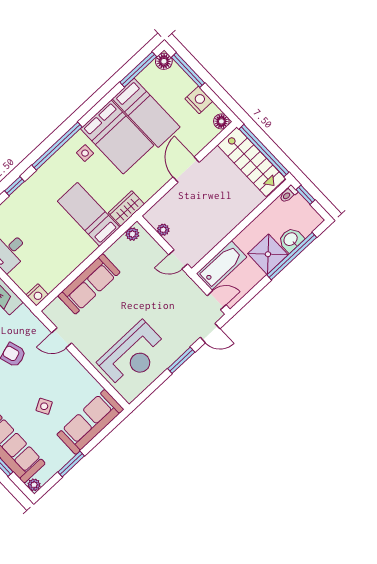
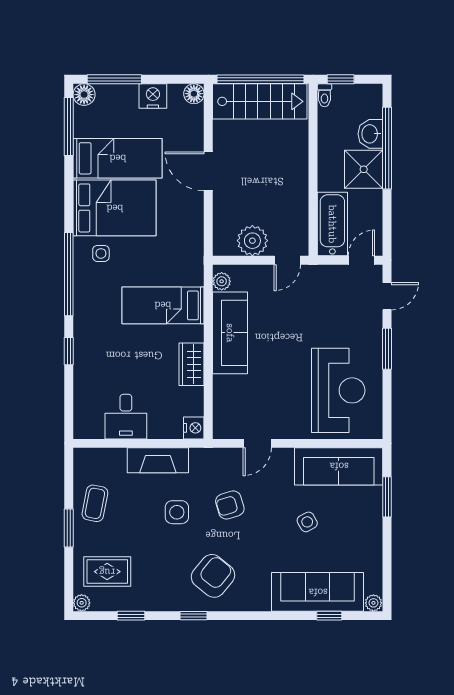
wardrobe: (126, 208) -> (192, 364), moved
plant: (163, 230) -> (252, 241), width x1.87, depth x1.87
sofa: (89, 284) -> (230, 333), moved
sofa: (90, 422) -> (339, 466), moved, turned -90
window: (71, 464) -> (387, 497), moved

